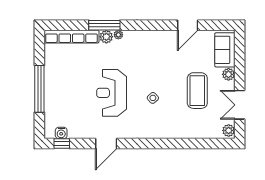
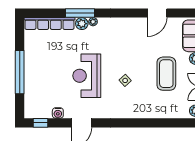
water cooler: (61, 133) -> (58, 113), moved

